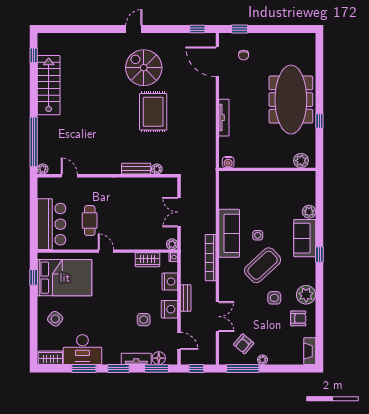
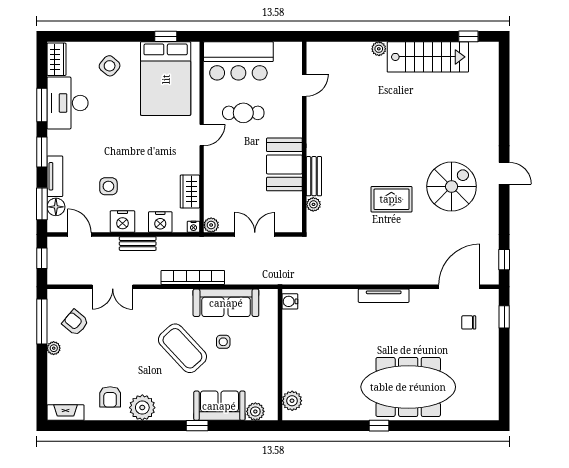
rug: (153, 112) -> (391, 199), width x0.73, depth x0.70
window: (34, 142) -> (350, 36), removed
plant: (301, 161) -> (292, 401), moved
water cooler: (228, 162) -> (290, 301), moved
plant: (43, 169) -> (379, 49), moved
wall: (267, 169) -> (280, 355), moved
booth: (128, 190) -> (284, 164), added
side table: (274, 298) -> (138, 364), removed
door: (179, 341) -> (79, 235), swing flipped

